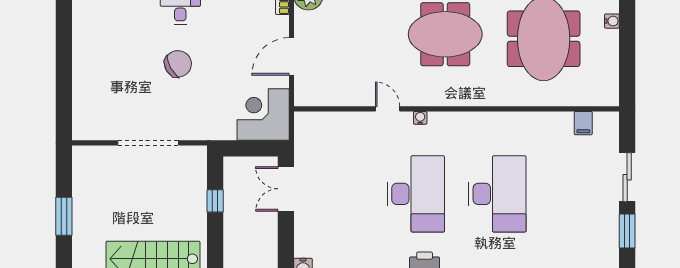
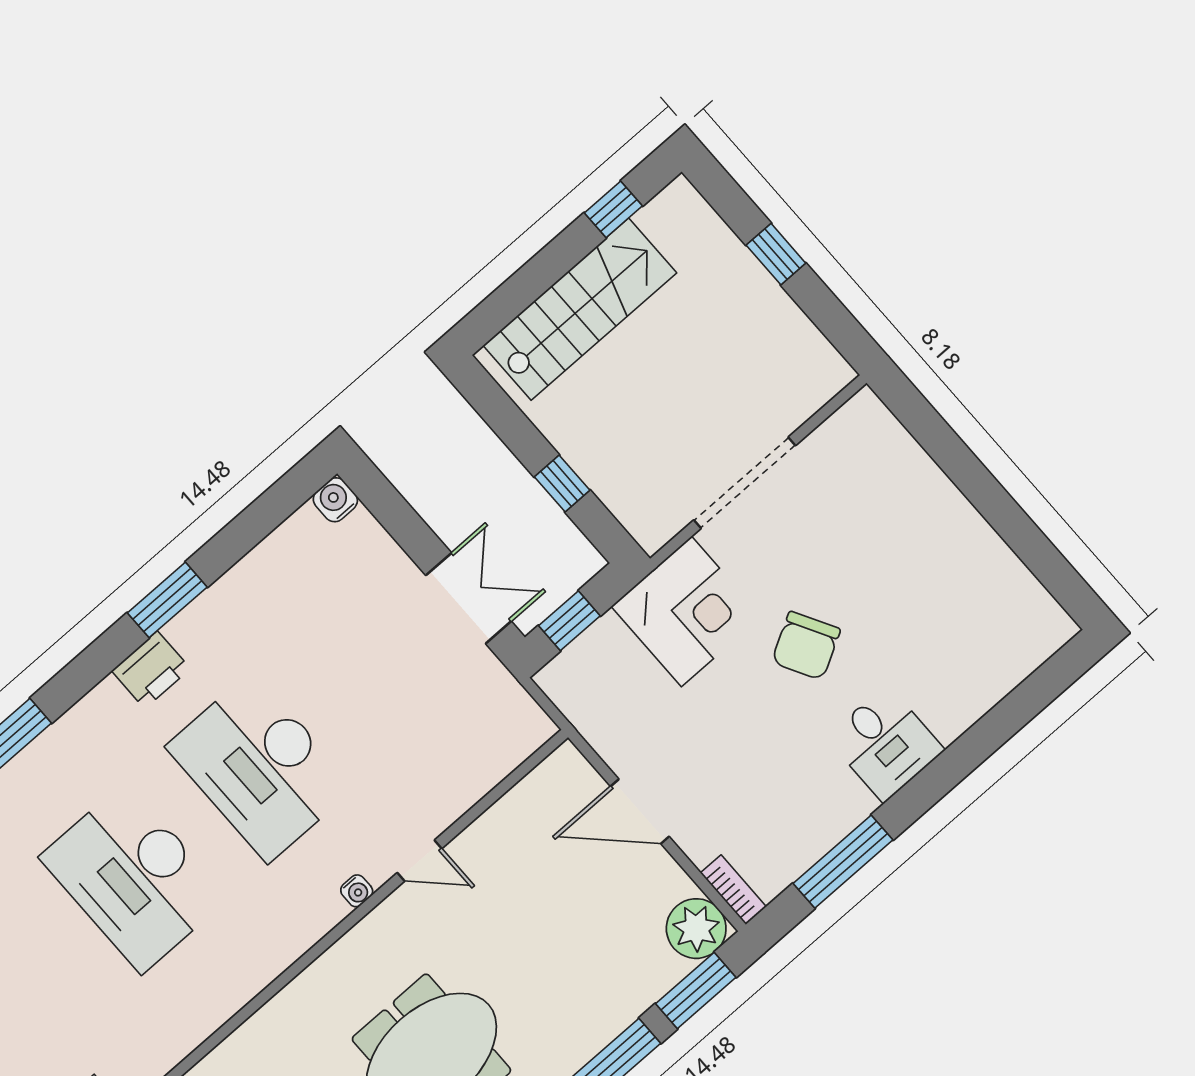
door: (291, 56) -> (640, 811), swing flipped
corner desk: (263, 114) -> (686, 611), moved
window: (256, 148) -> (569, 621), added
window: (64, 216) -> (776, 254), width x0.67

